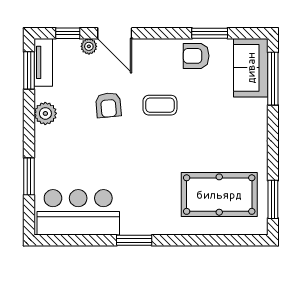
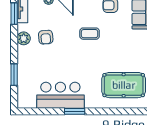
armchair: (108, 105) -> (46, 37), moved
bar counter: (78, 212) -> (60, 95), moved

